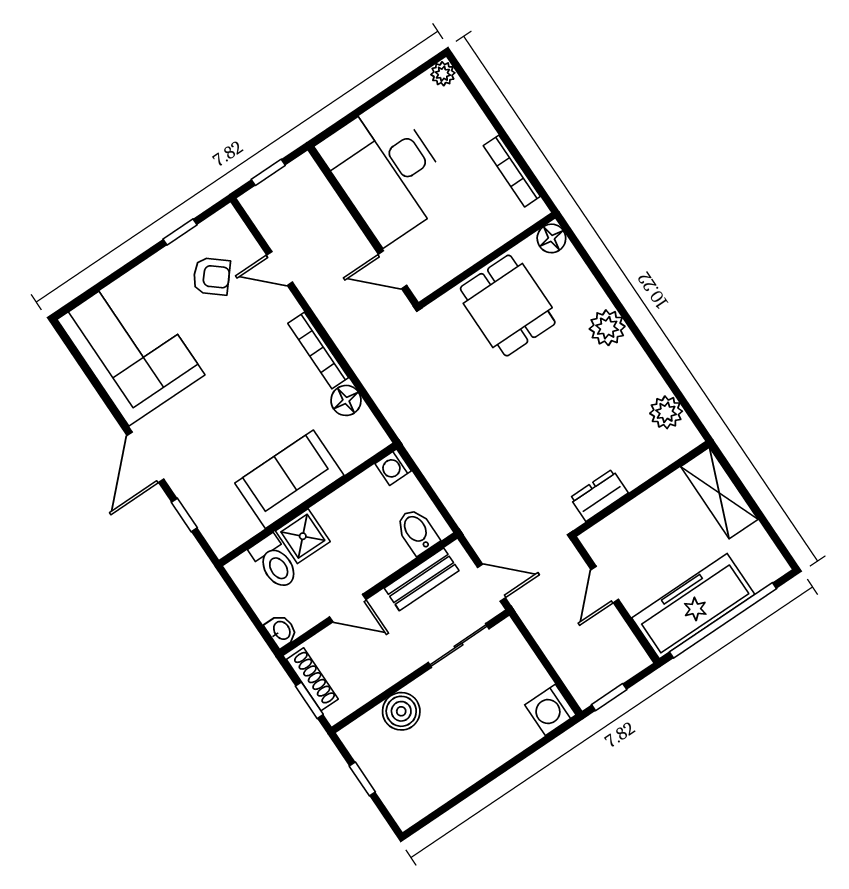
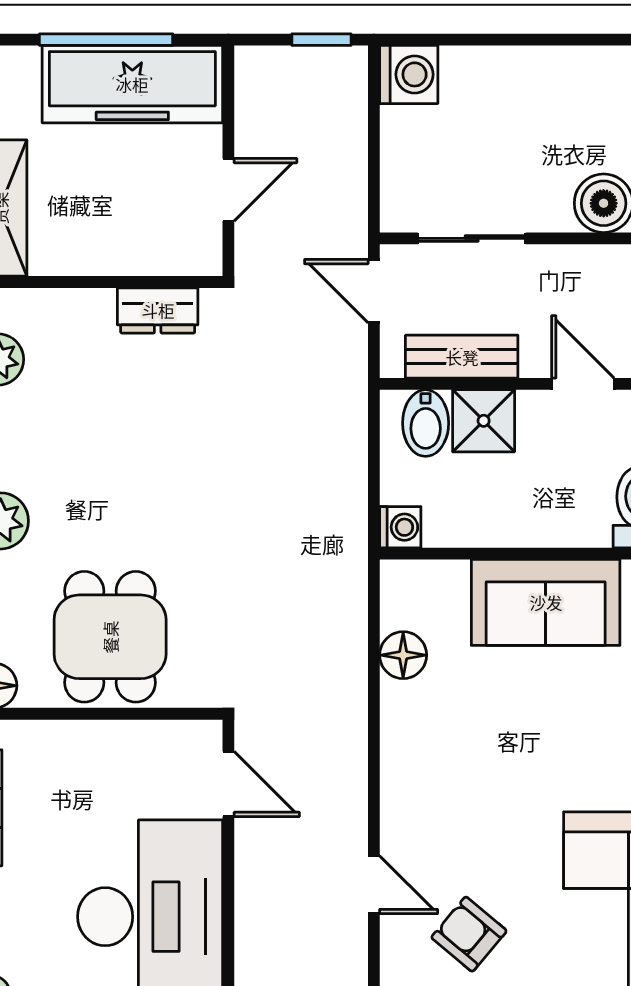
bookcase: (318, 350) -> (396, 744), removed
shower: (303, 536) -> (484, 421), moved
window: (723, 620) -> (106, 40), width x0.68

